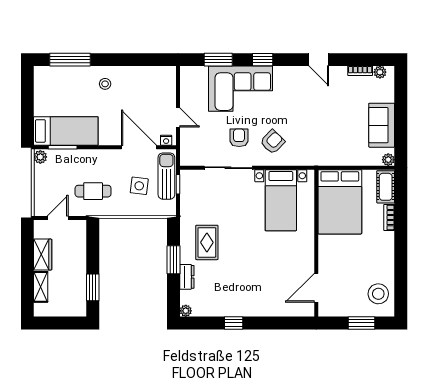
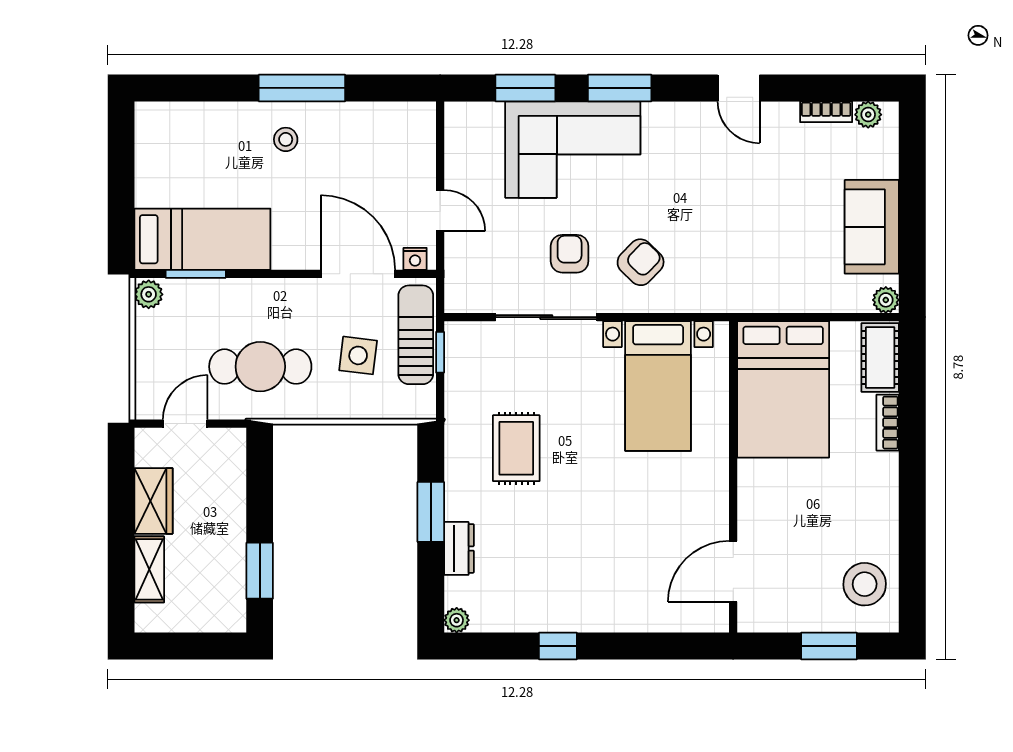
window: (70, 60) -> (302, 88), moved
window: (263, 60) -> (620, 88), width x1.50
cafe table: (93, 191) -> (260, 367), width x1.37, depth x1.35
rug: (207, 242) -> (516, 448), moved

